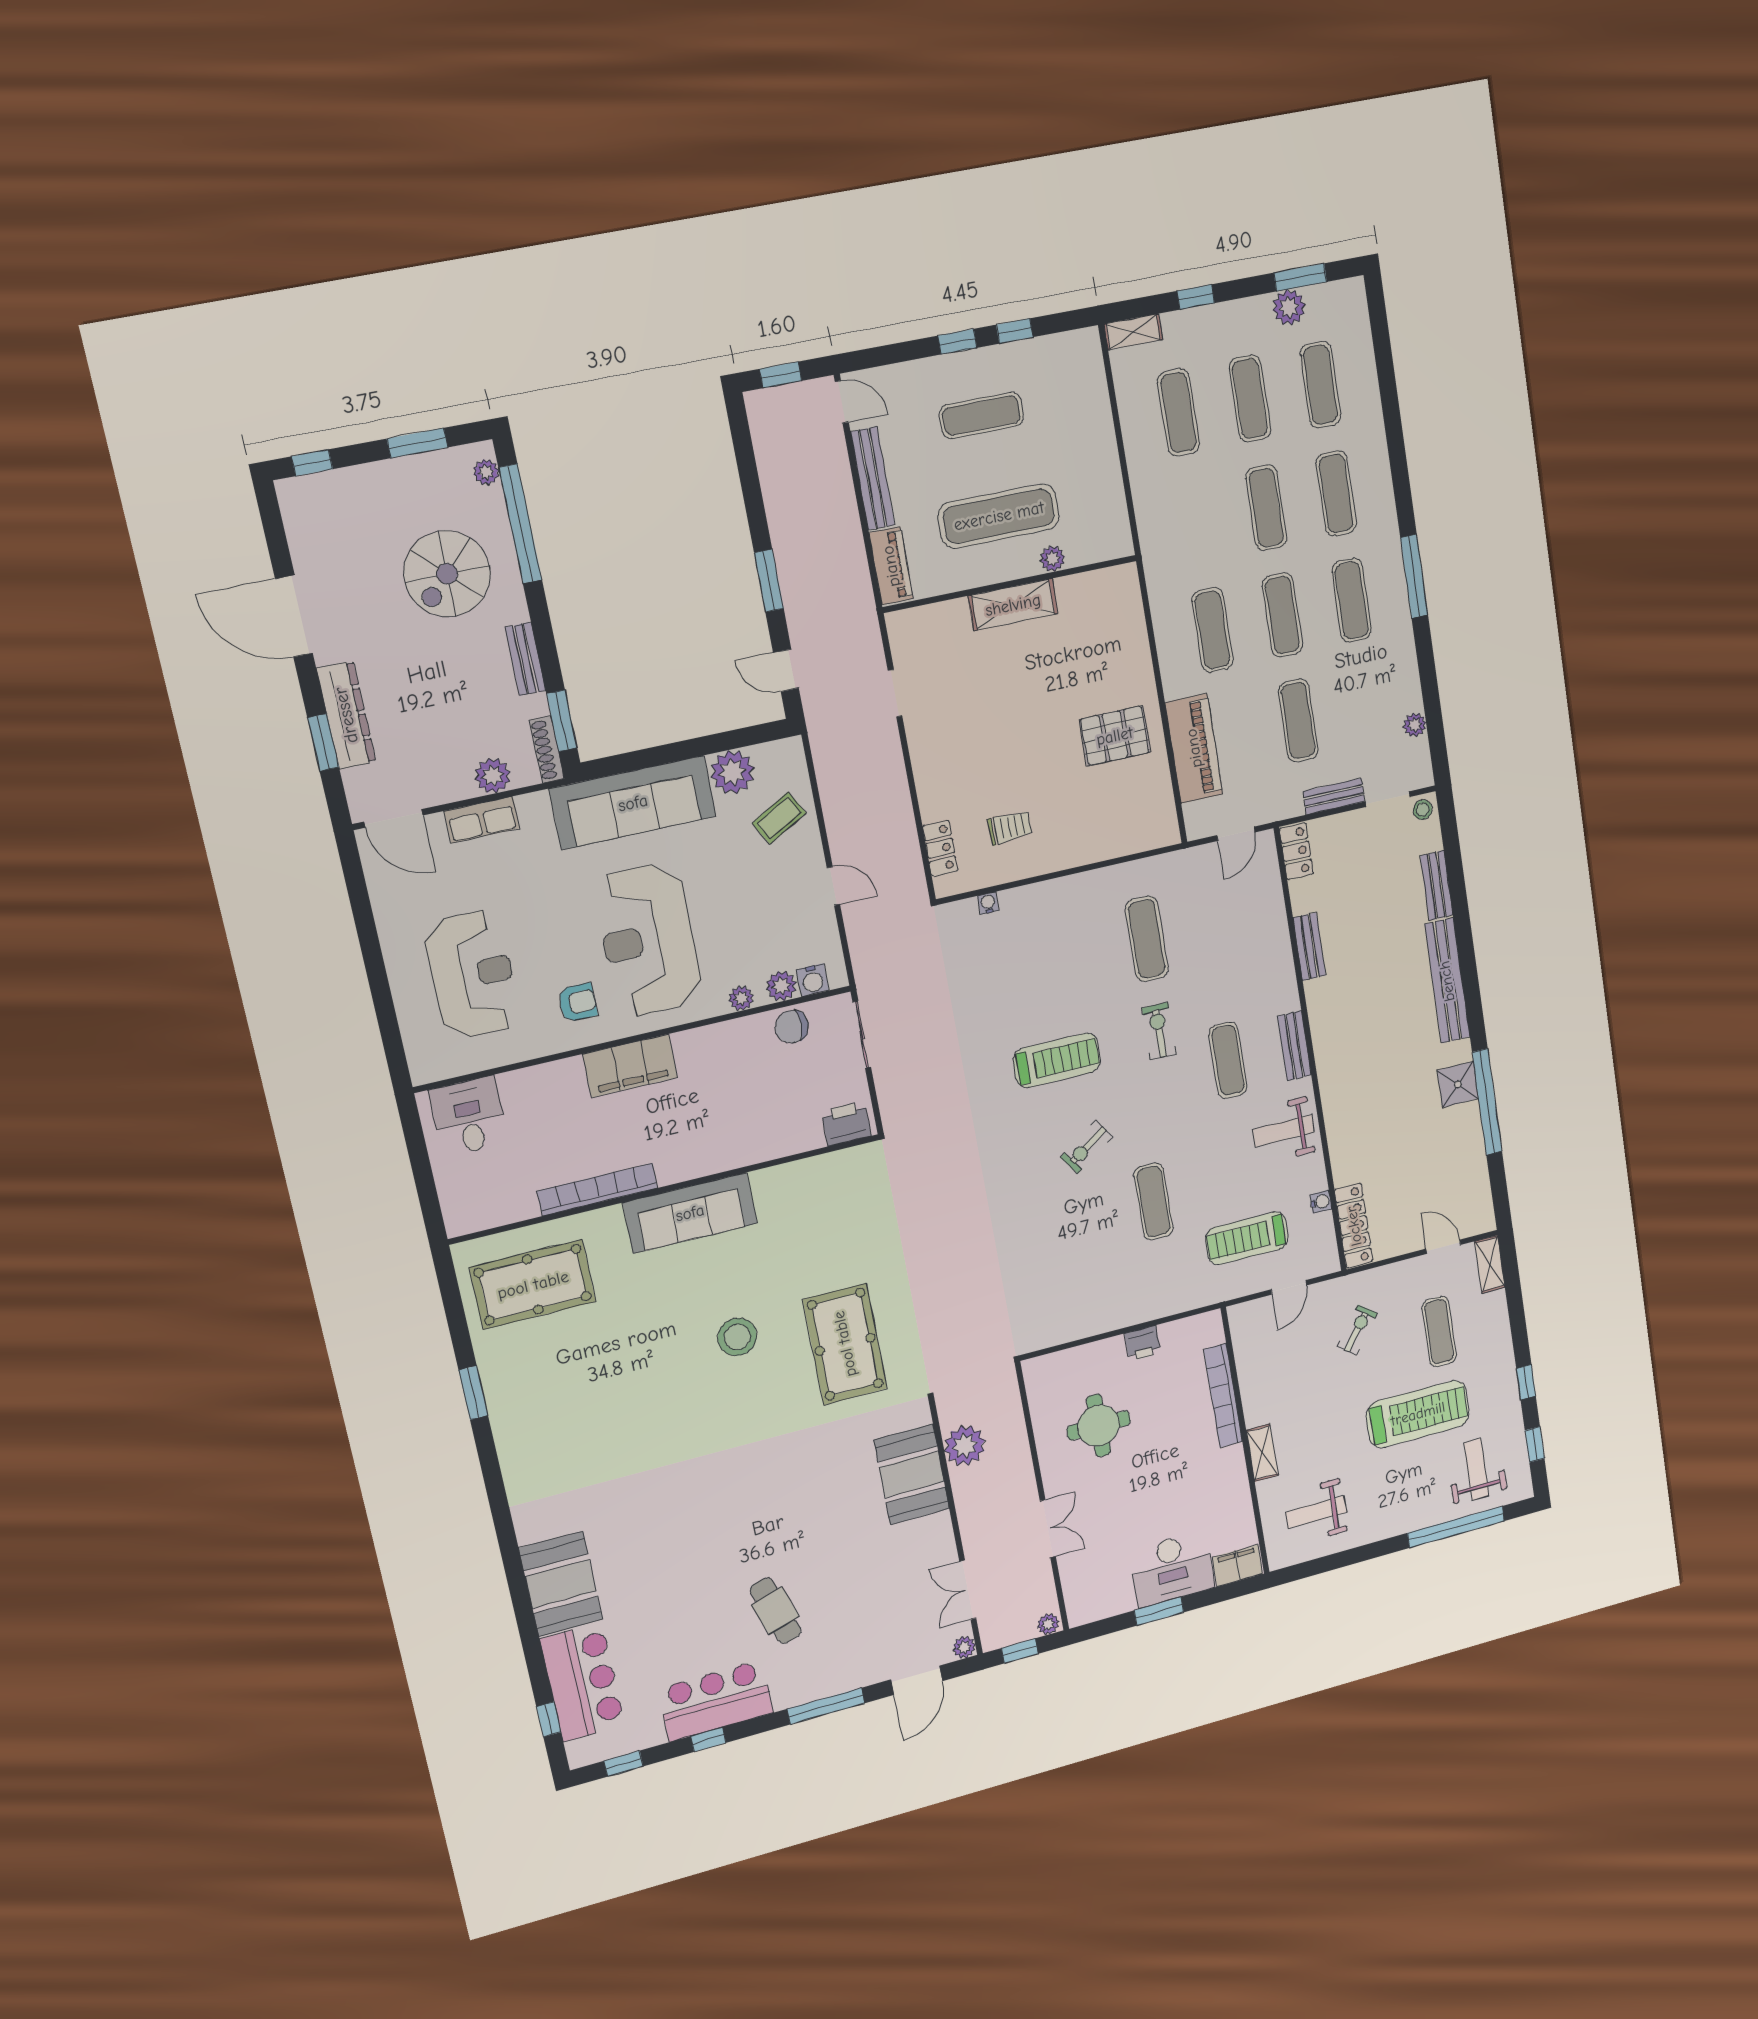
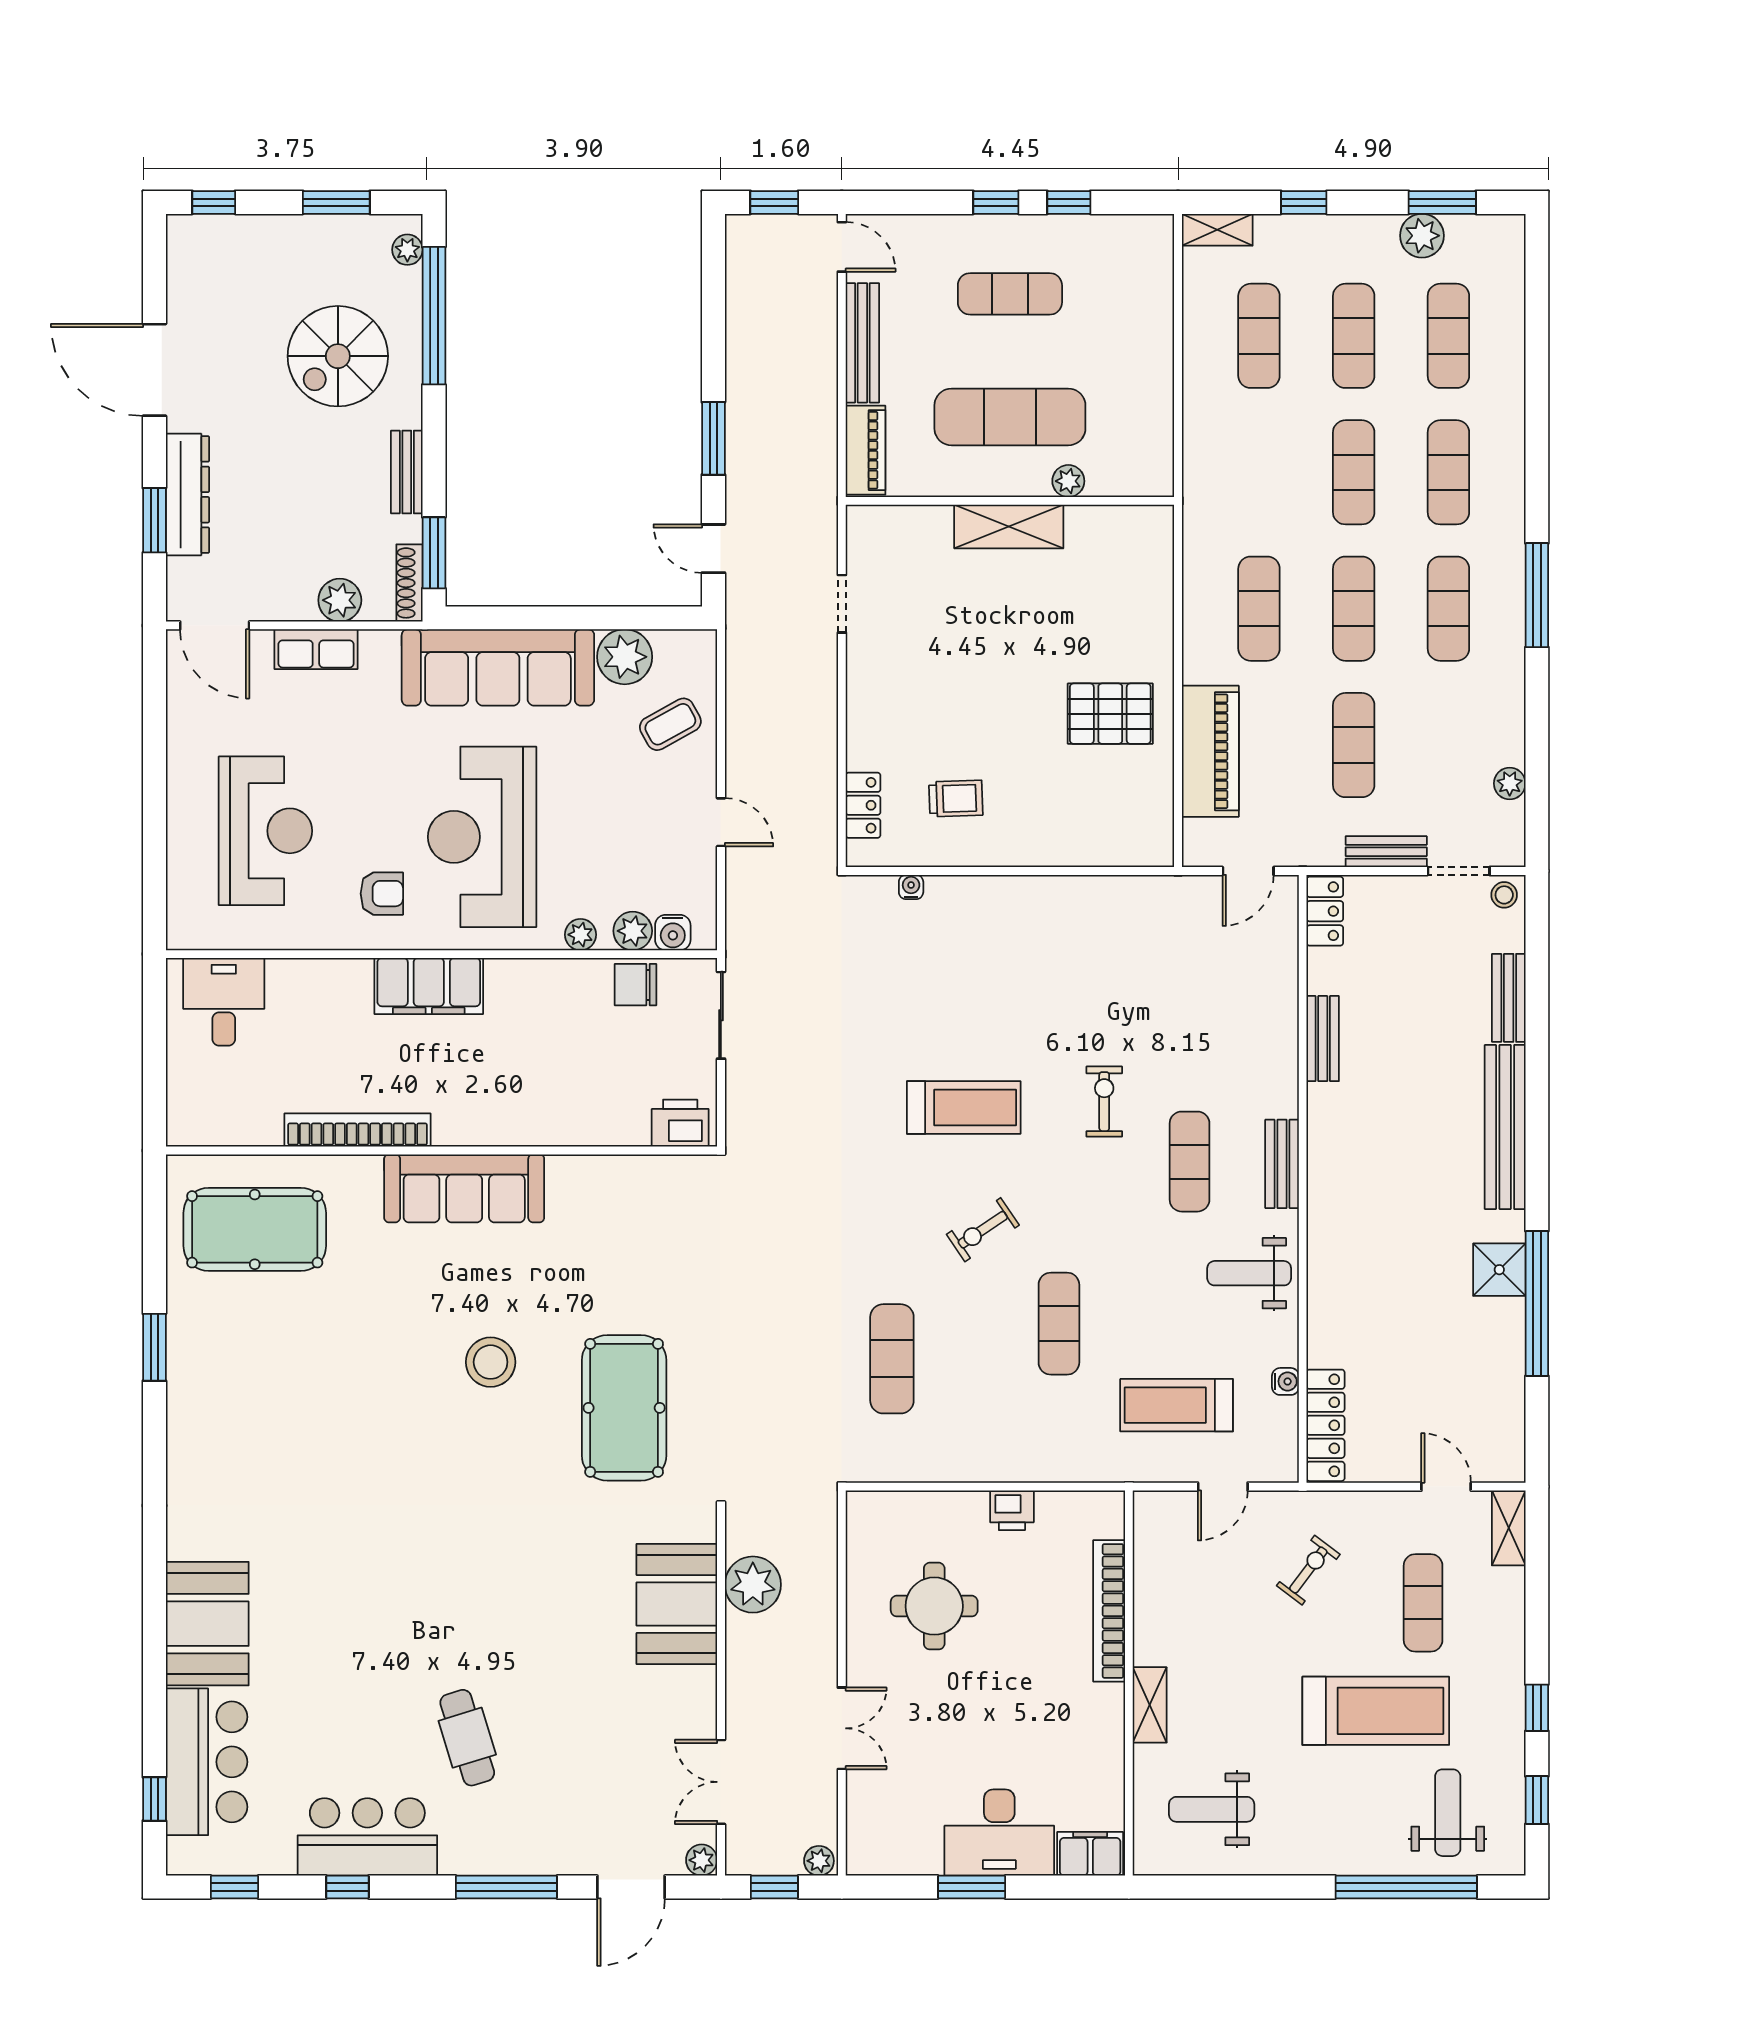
exercise mat: (1147, 939) -> (892, 1359), moved

